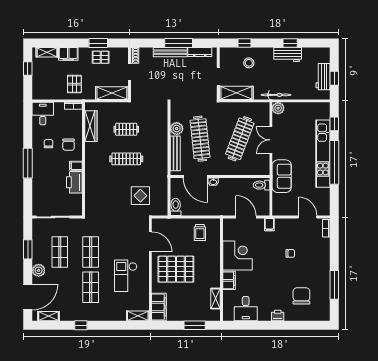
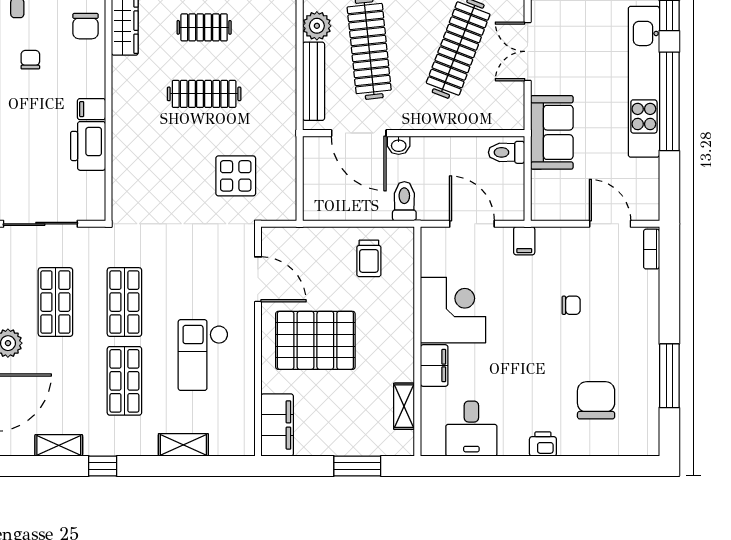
chair: (69, 145) -> (86, 26), moved
toilet: (176, 207) -> (404, 201), moved
shelving: (49, 316) -> (59, 445), moved
shelving: (138, 316) -> (183, 445), moved

